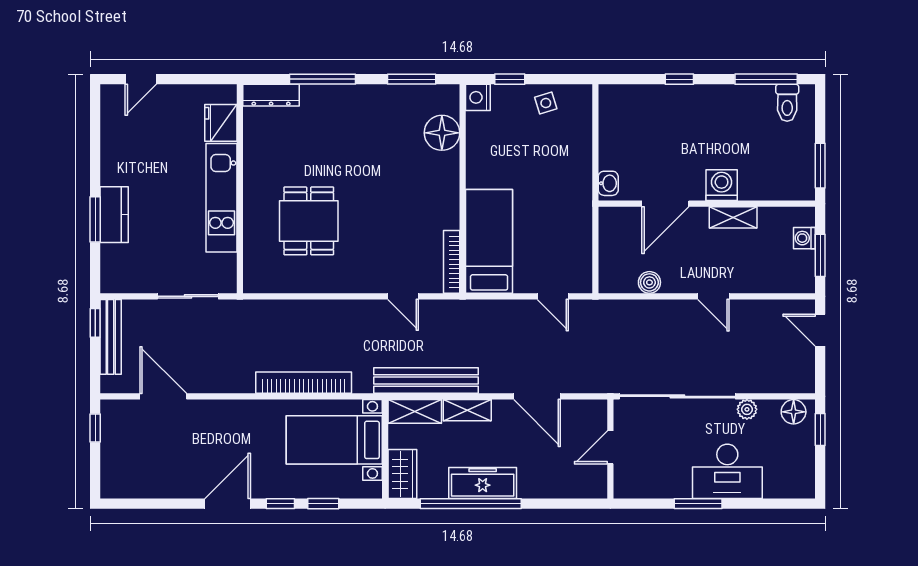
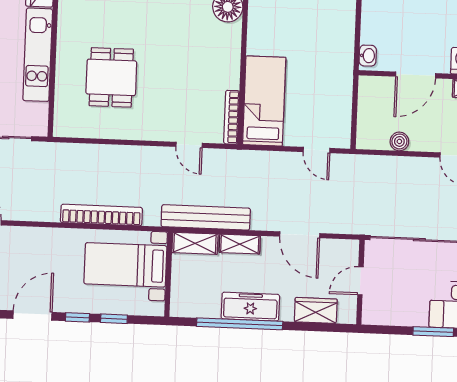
wardrobe: (402, 474) -> (316, 310), moved, turned -90

